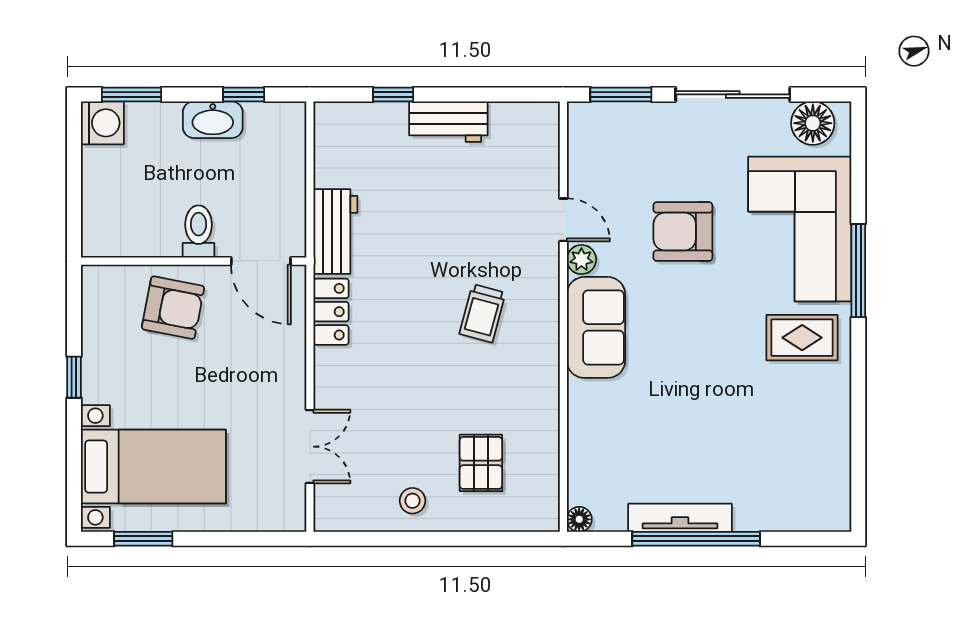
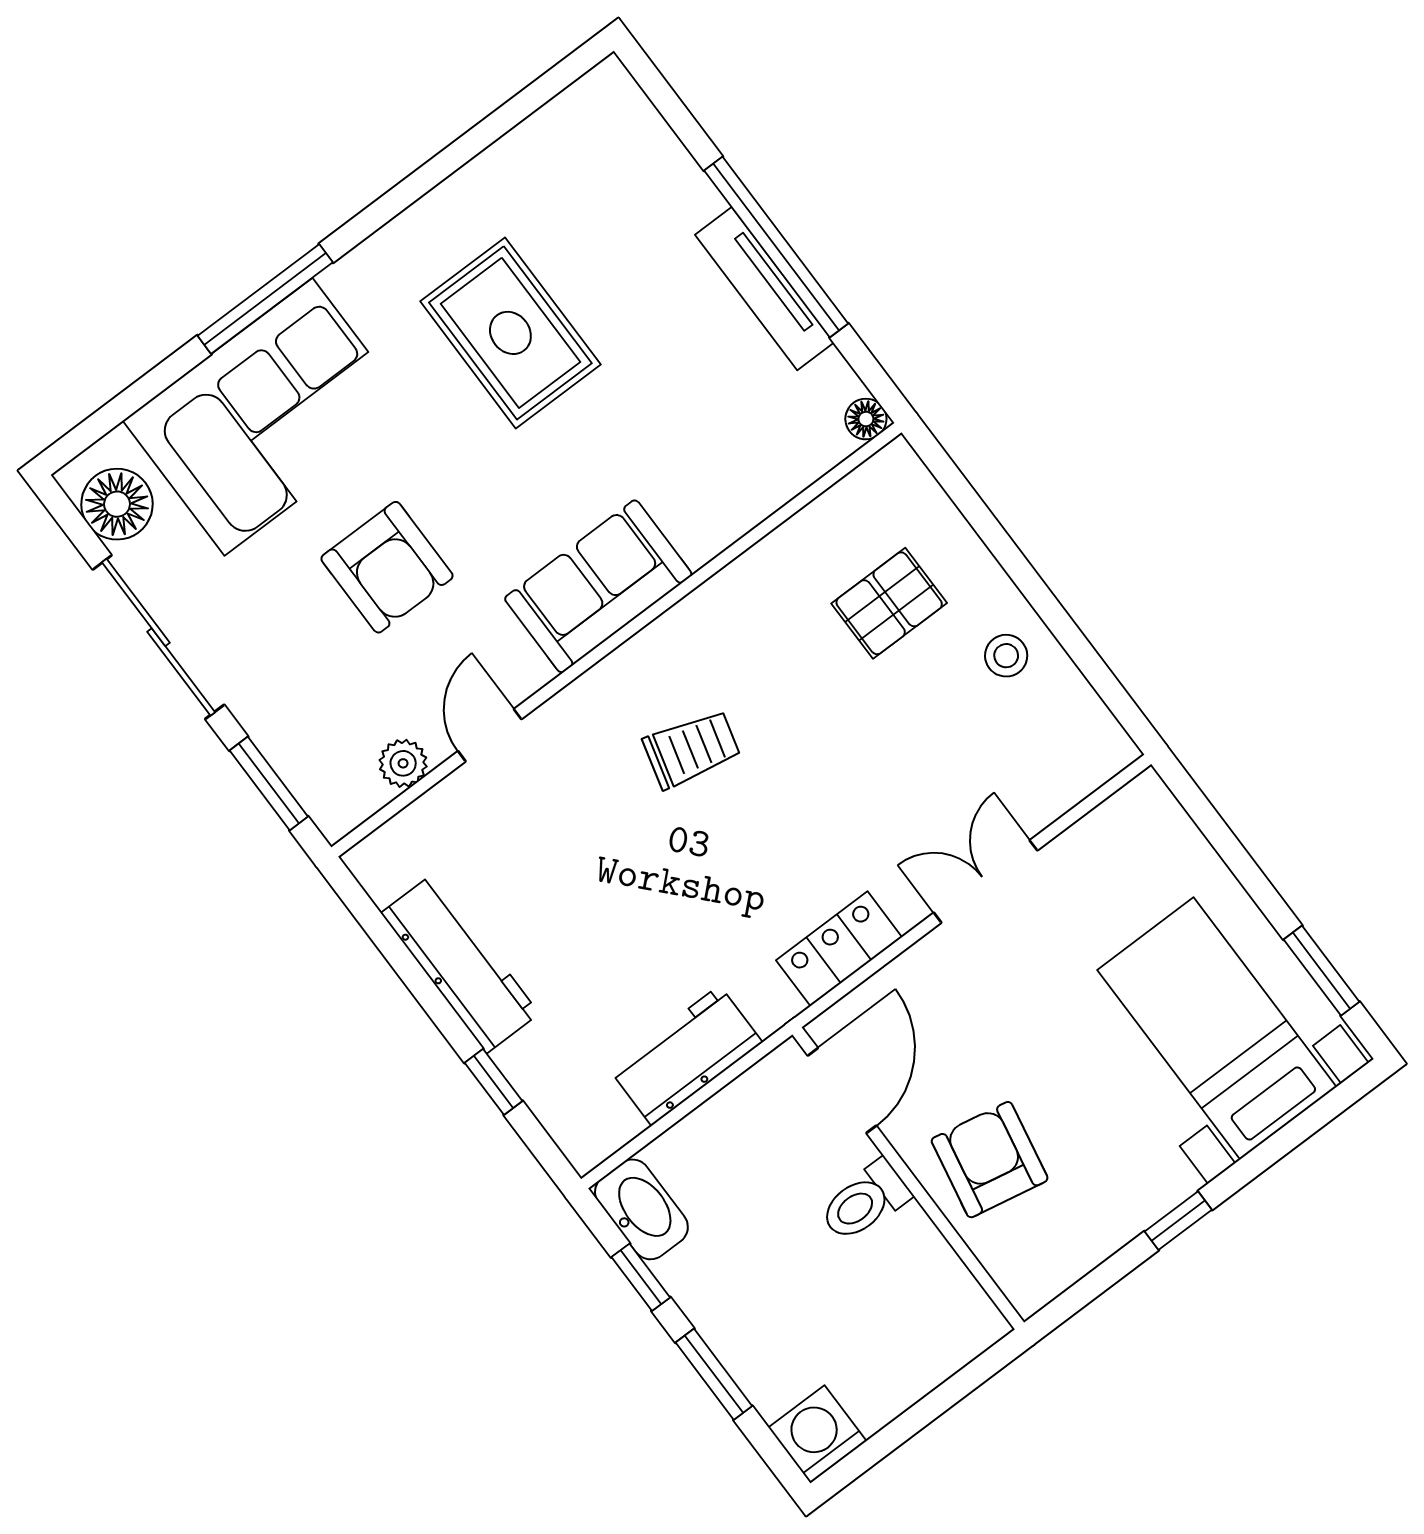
window: (131, 94) -> (714, 1374), moved
washbasin: (213, 120) -> (641, 1209), moved
workbench: (448, 122) -> (460, 963), width x1.38
workbench: (335, 232) -> (686, 1055), moved
plant: (581, 260) -> (403, 763), moved
rug: (802, 338) -> (510, 333), moved, width x1.36, depth x1.43
double door: (310, 447) -> (986, 882), moved

